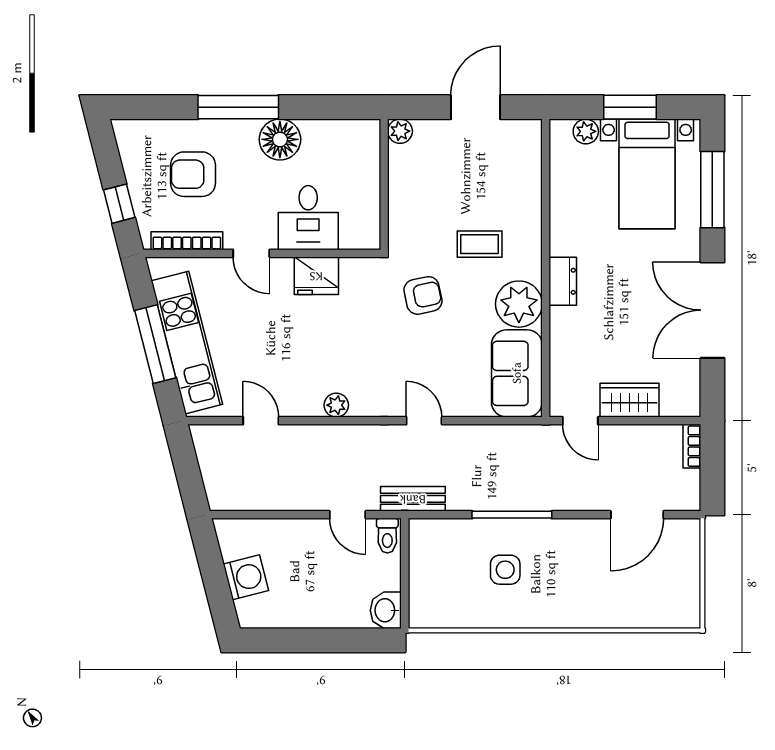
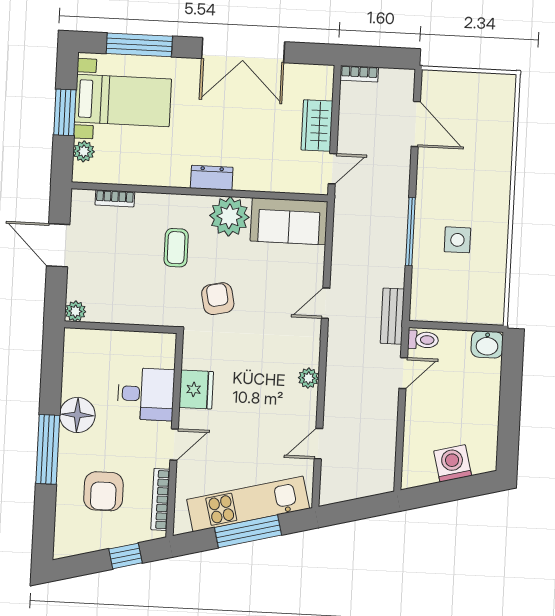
bookcase: (533, 170) -> (115, 198), added

